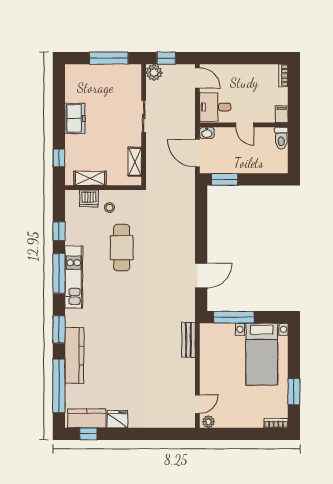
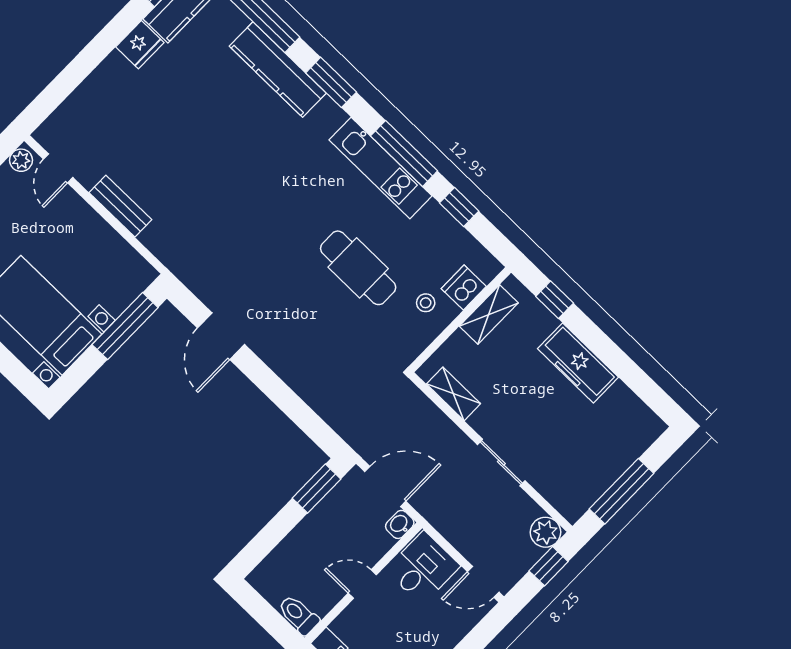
freezer: (75, 118) -> (578, 363), width x1.40
bench: (188, 340) -> (120, 206), moved

